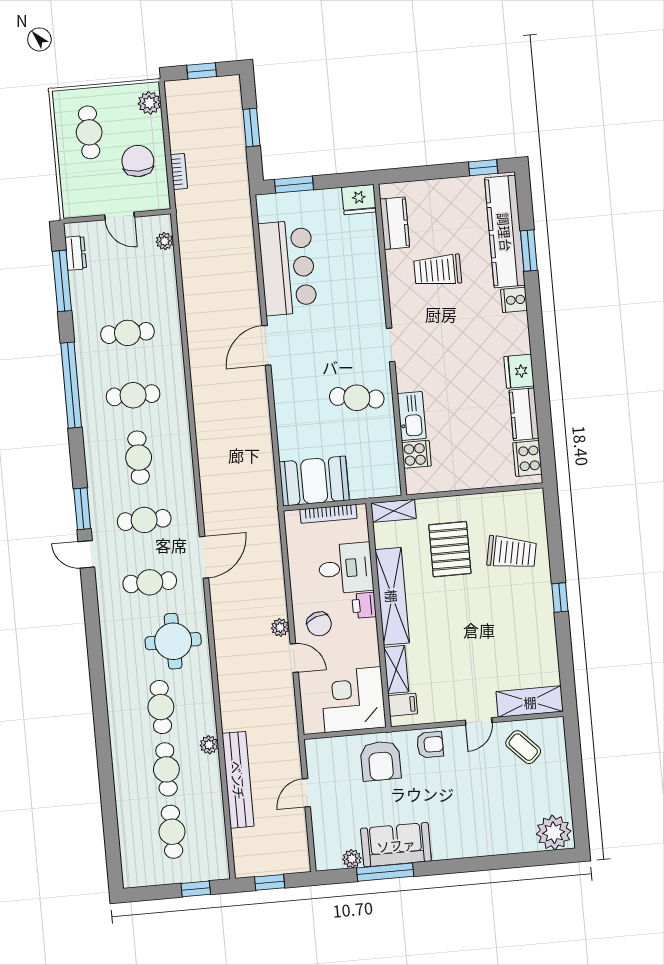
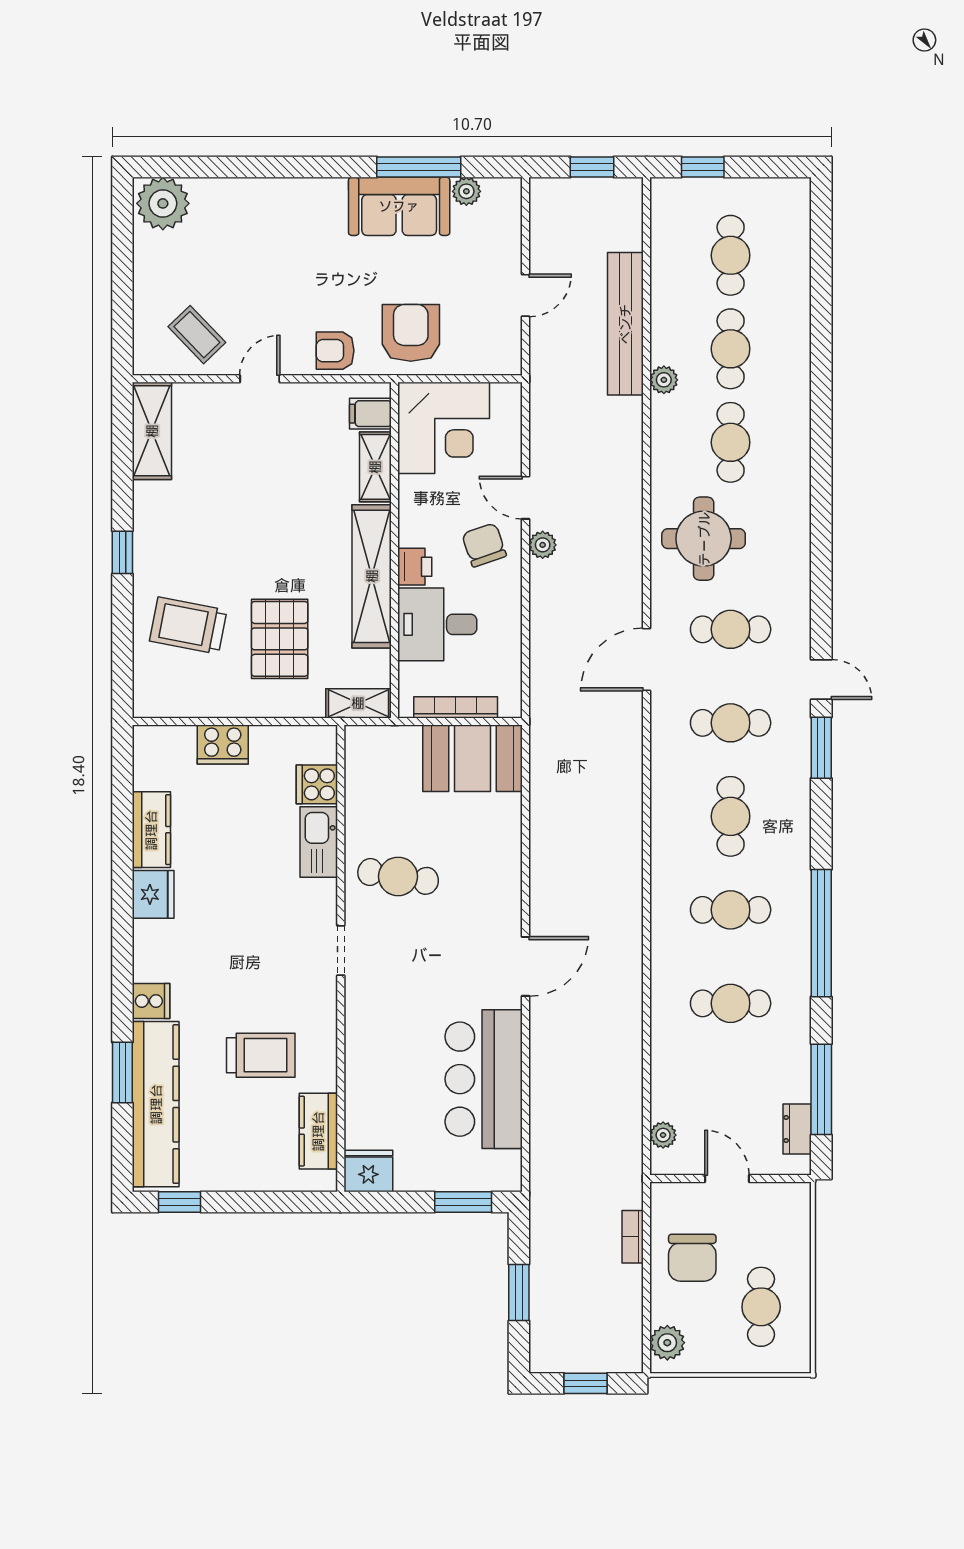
cooker: (527, 458) -> (223, 745), moved, turned 90
shelving: (530, 702) -> (152, 431), moved, turned 90

